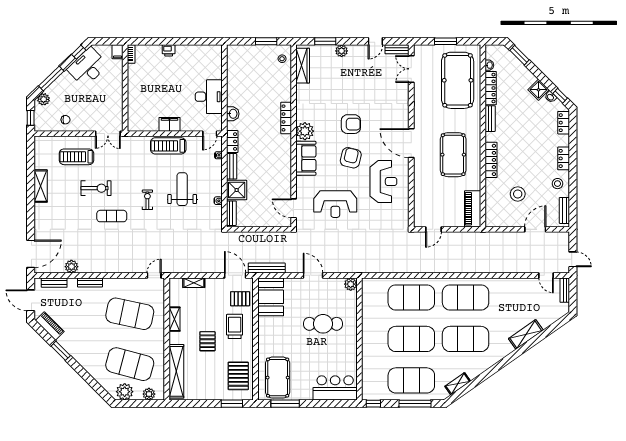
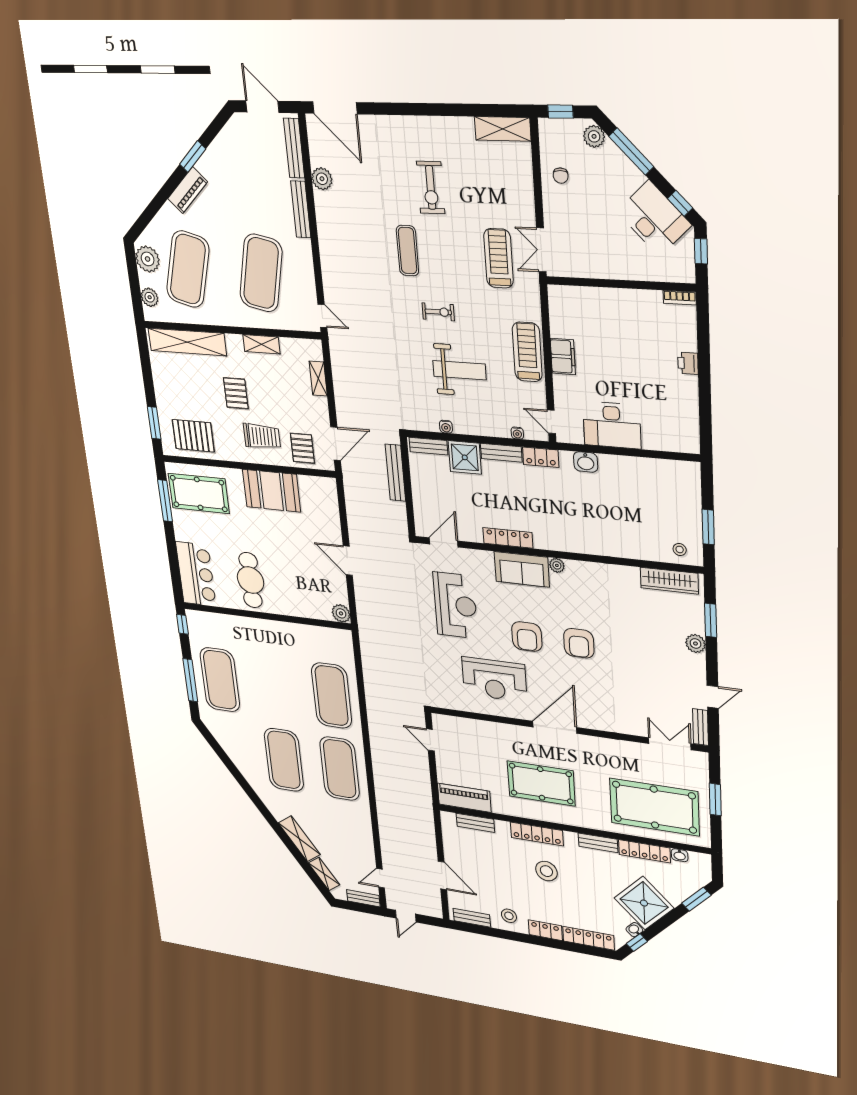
window: (105, 41) -> (701, 251), added
door: (375, 41) -> (713, 697), swing flipped
filing cabinet: (118, 52) -> (683, 274), removed
shower: (538, 90) -> (644, 903), width x1.86, depth x1.86
locker: (286, 118) -> (508, 538), moved
locker: (564, 123) -> (589, 938), width x1.53
plant: (305, 131) -> (557, 565), width x0.53, depth x0.53
treadmill: (76, 157) -> (498, 258), moved
armchair: (351, 158) -> (527, 637), turned 77
shelving: (41, 186) -> (503, 129), moved
exercise bike: (96, 188) -> (431, 187), moved
stool: (518, 194) -> (546, 871), moved
bench: (490, 202) -> (475, 823), added
reception desk: (335, 204) -> (455, 605), turned 180
bench: (267, 268) -> (395, 473), moved
door: (313, 275) -> (348, 561), swing flipped
bench: (90, 282) -> (301, 209), width x1.36
bench: (54, 283) -> (294, 148), width x1.36
booth: (271, 297) -> (272, 491), moved
door: (31, 300) -> (262, 107), hinge flipped
cafe table: (323, 324) -> (250, 580), moved
piano: (50, 326) -> (188, 190), moved
exercise mat: (411, 339) -> (275, 688), removed
pallet: (207, 341) -> (236, 393), turned 90
shelving: (458, 384) -> (324, 874), moved

